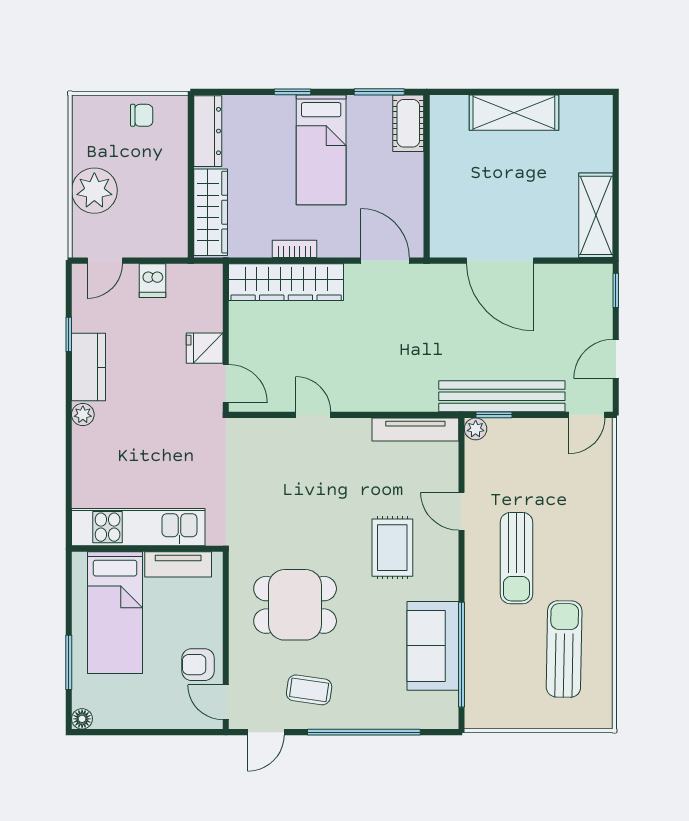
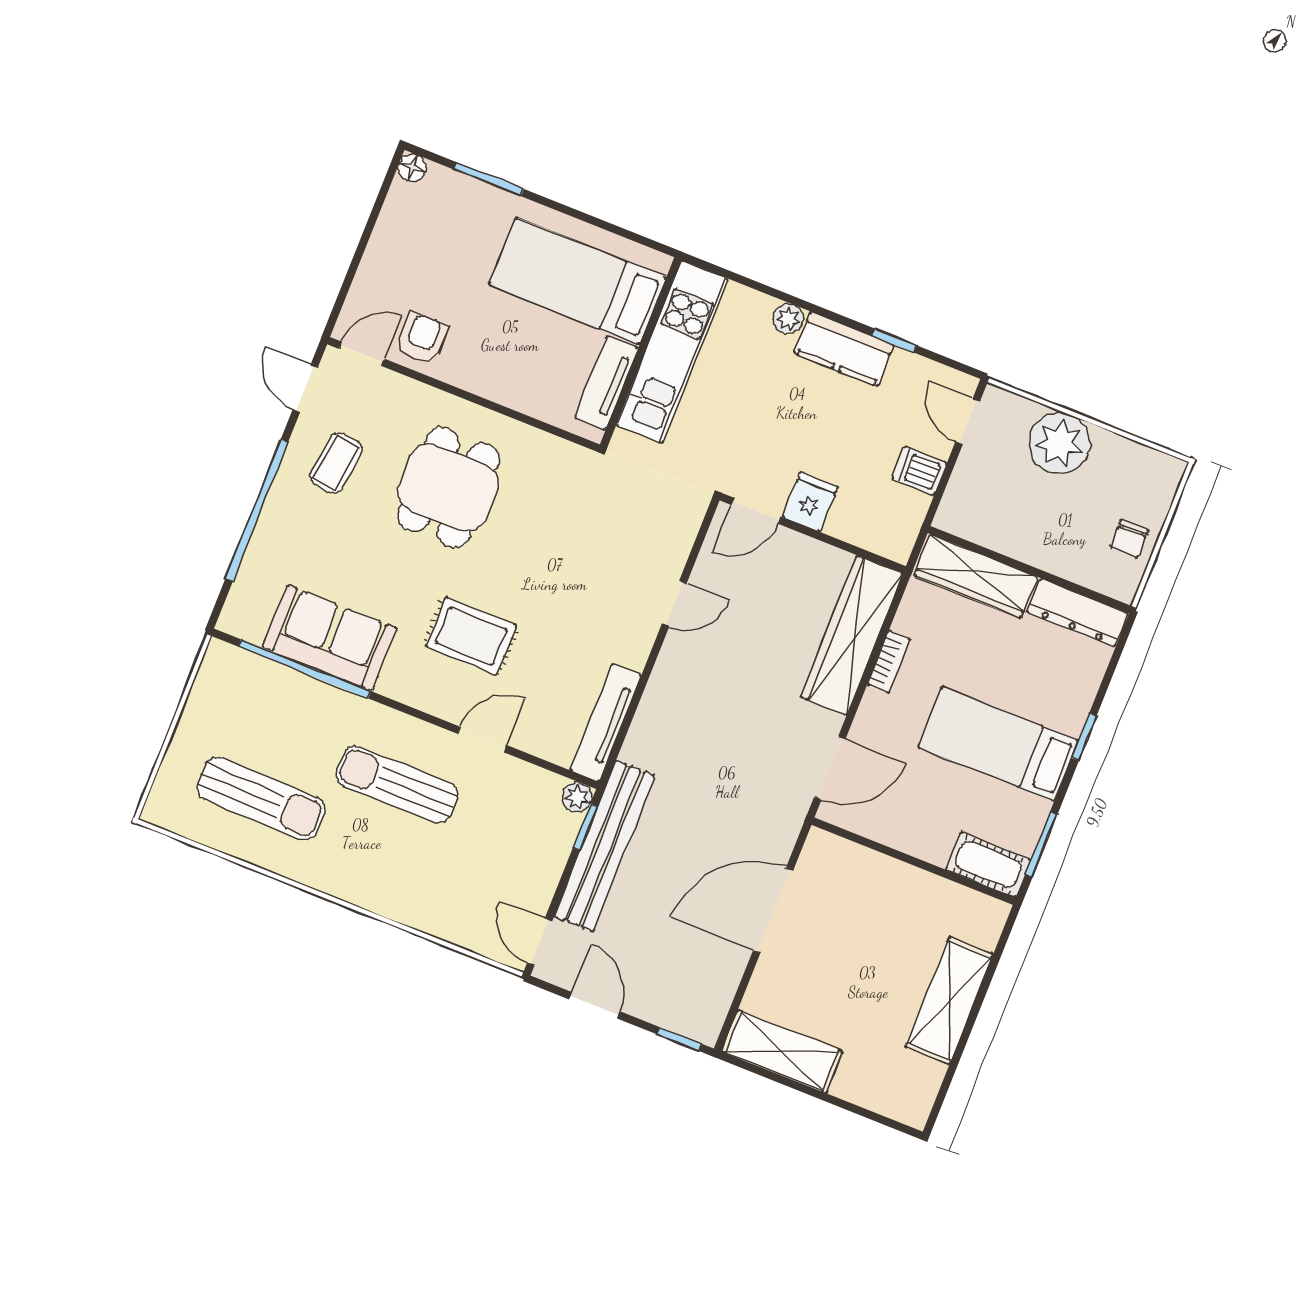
kitchen unit: (138, 527) -> (672, 352), moved
wall: (147, 549) -> (641, 352), moved
tv unit: (178, 564) -> (606, 383), moved
bed: (115, 613) -> (578, 281), moved

